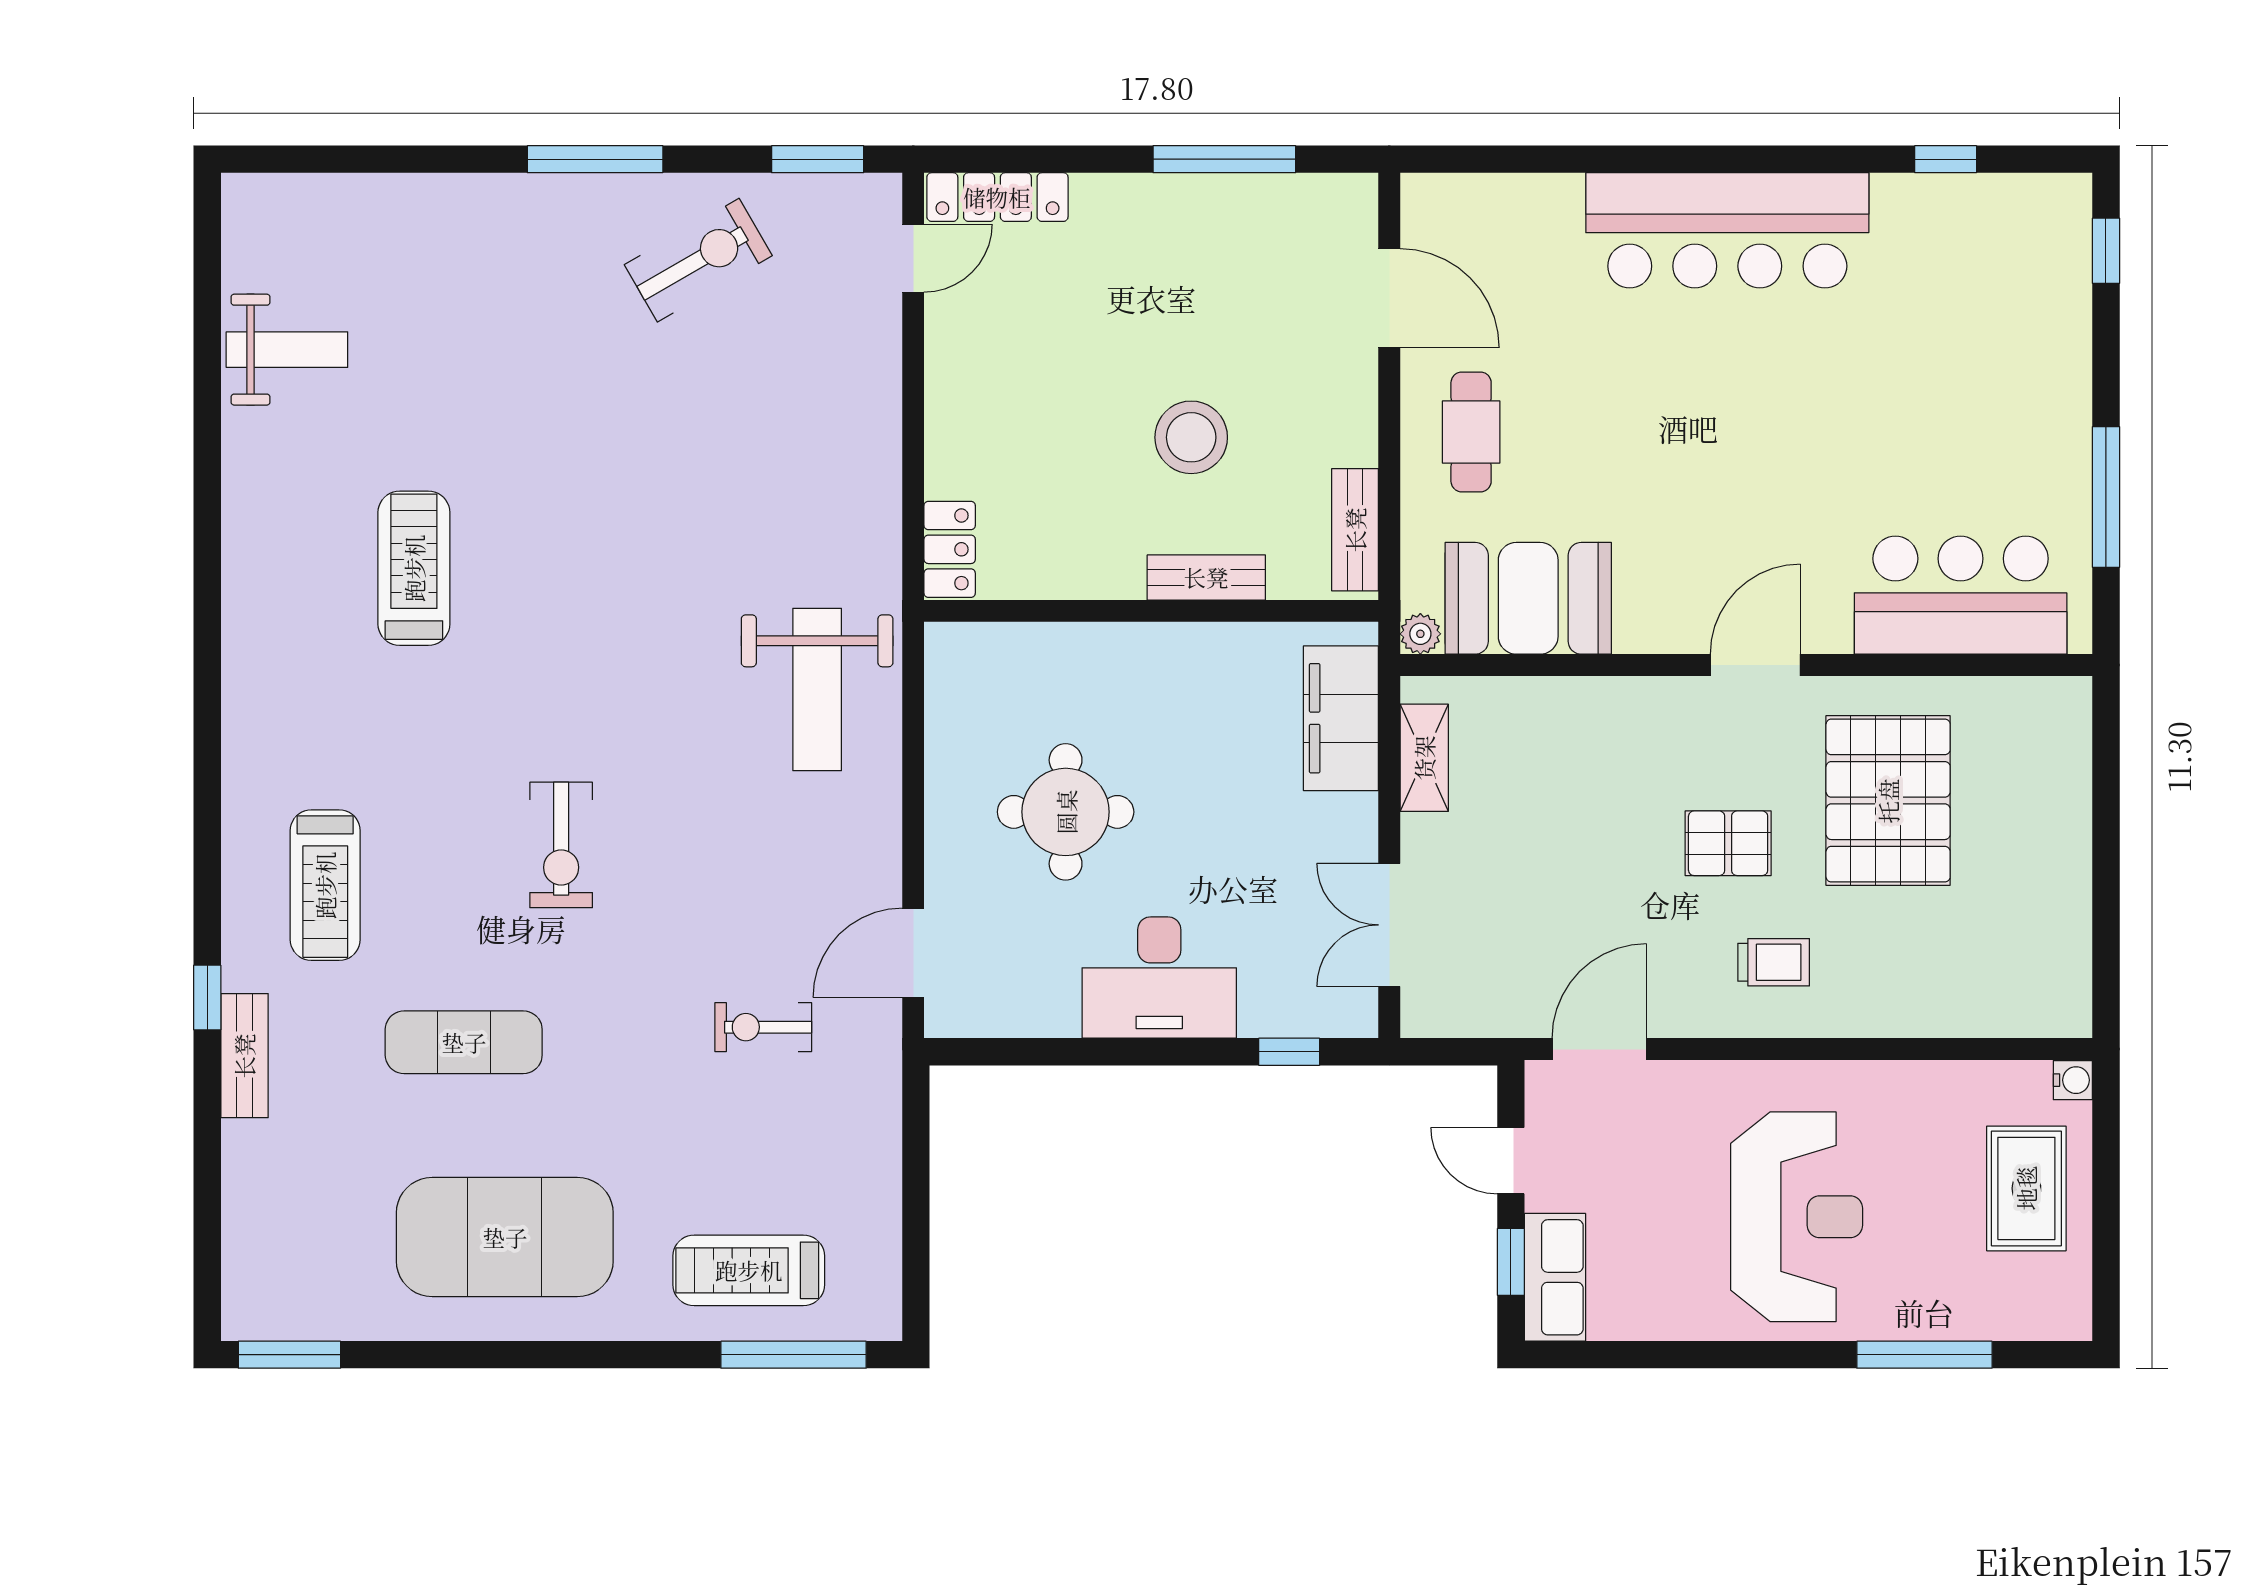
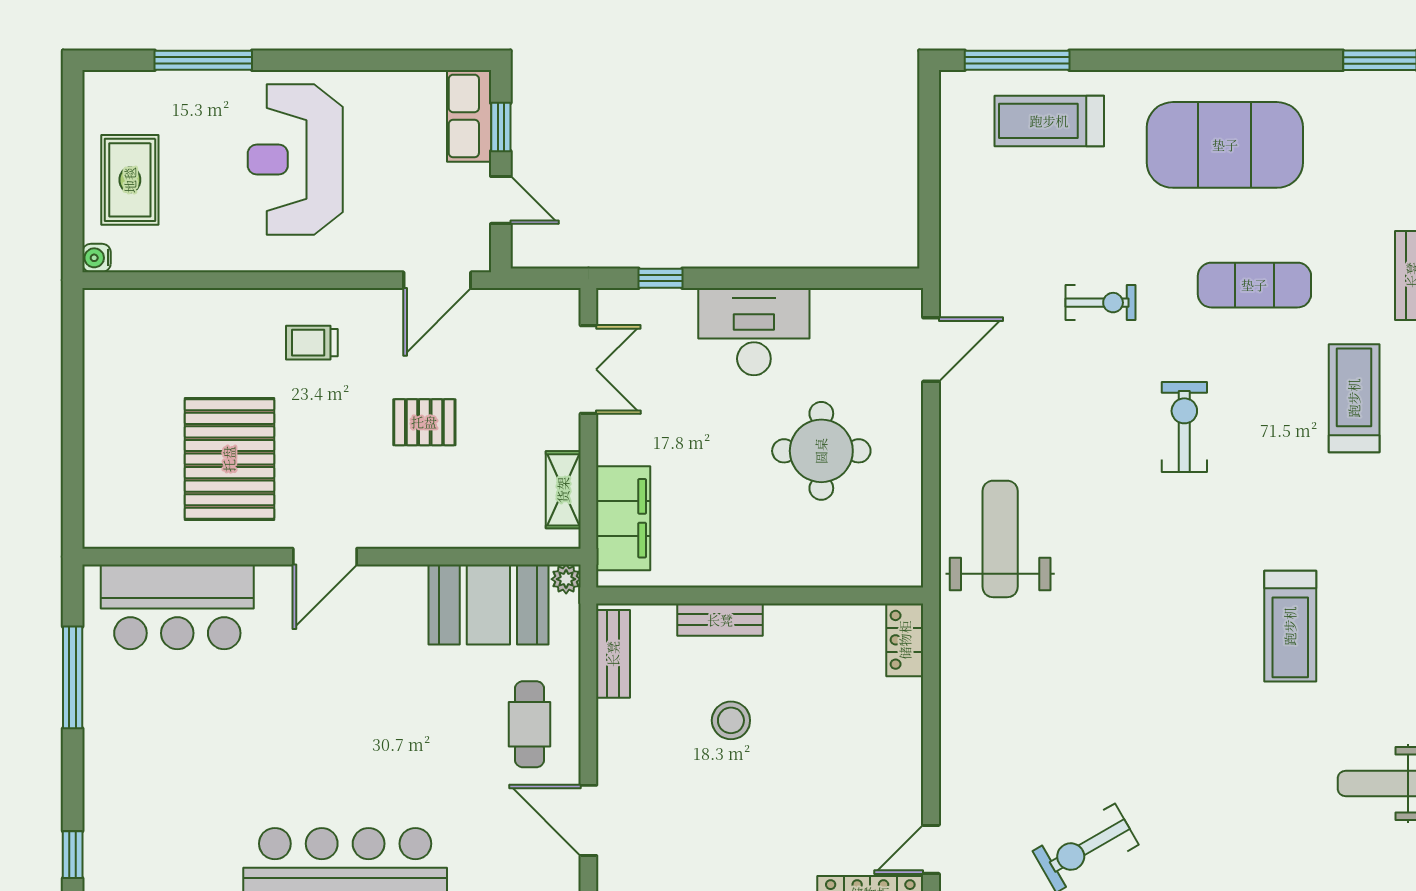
stool: (1191, 437) -> (731, 720), width x0.73, depth x0.73
pallet: (1728, 843) -> (424, 422), moved
exercise bike: (763, 1027) -> (1100, 303), moved
treadmill: (749, 1270) -> (1049, 121), turned 180

